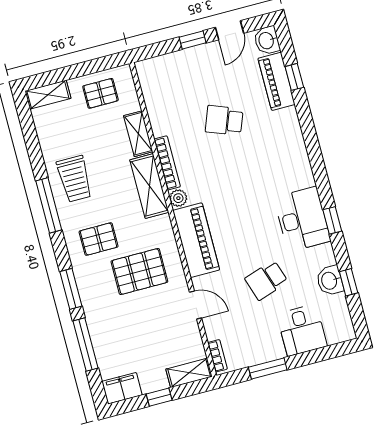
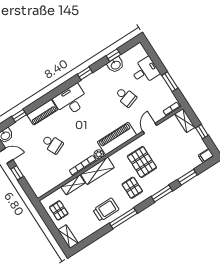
piano: (276, 81) -> (42, 112), moved
school desk: (224, 120) -> (52, 144), turned -45
desk: (302, 219) -> (71, 100), moved
window: (86, 344) -> (187, 177), width x0.69
filing cabinet: (122, 388) -> (206, 156), width x0.50

